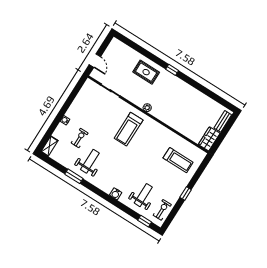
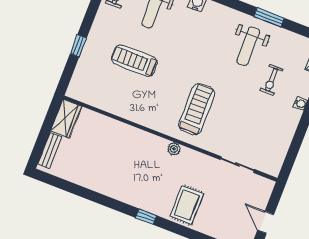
door: (95, 61) -> (266, 222), moved
rug: (146, 72) -> (187, 205), turned 90
treadmill: (178, 160) -> (134, 61), moved
window: (186, 193) -> (78, 46), moved

